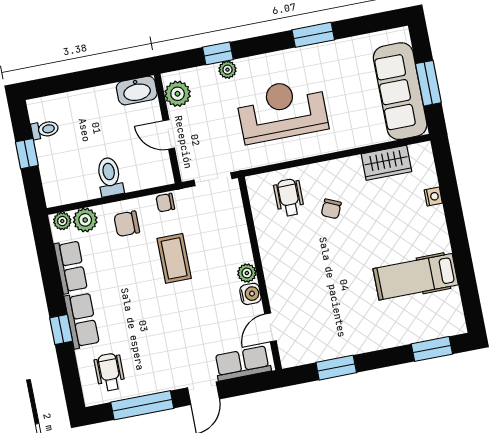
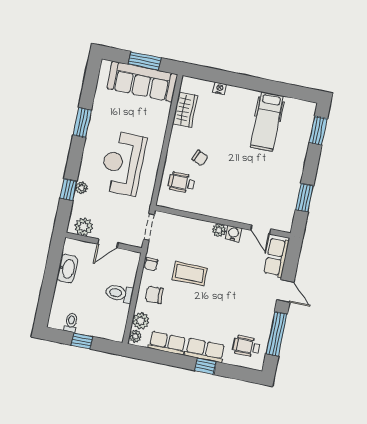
washbasin: (137, 91) -> (67, 269), moved
chair: (127, 224) -> (154, 295), turned 87

